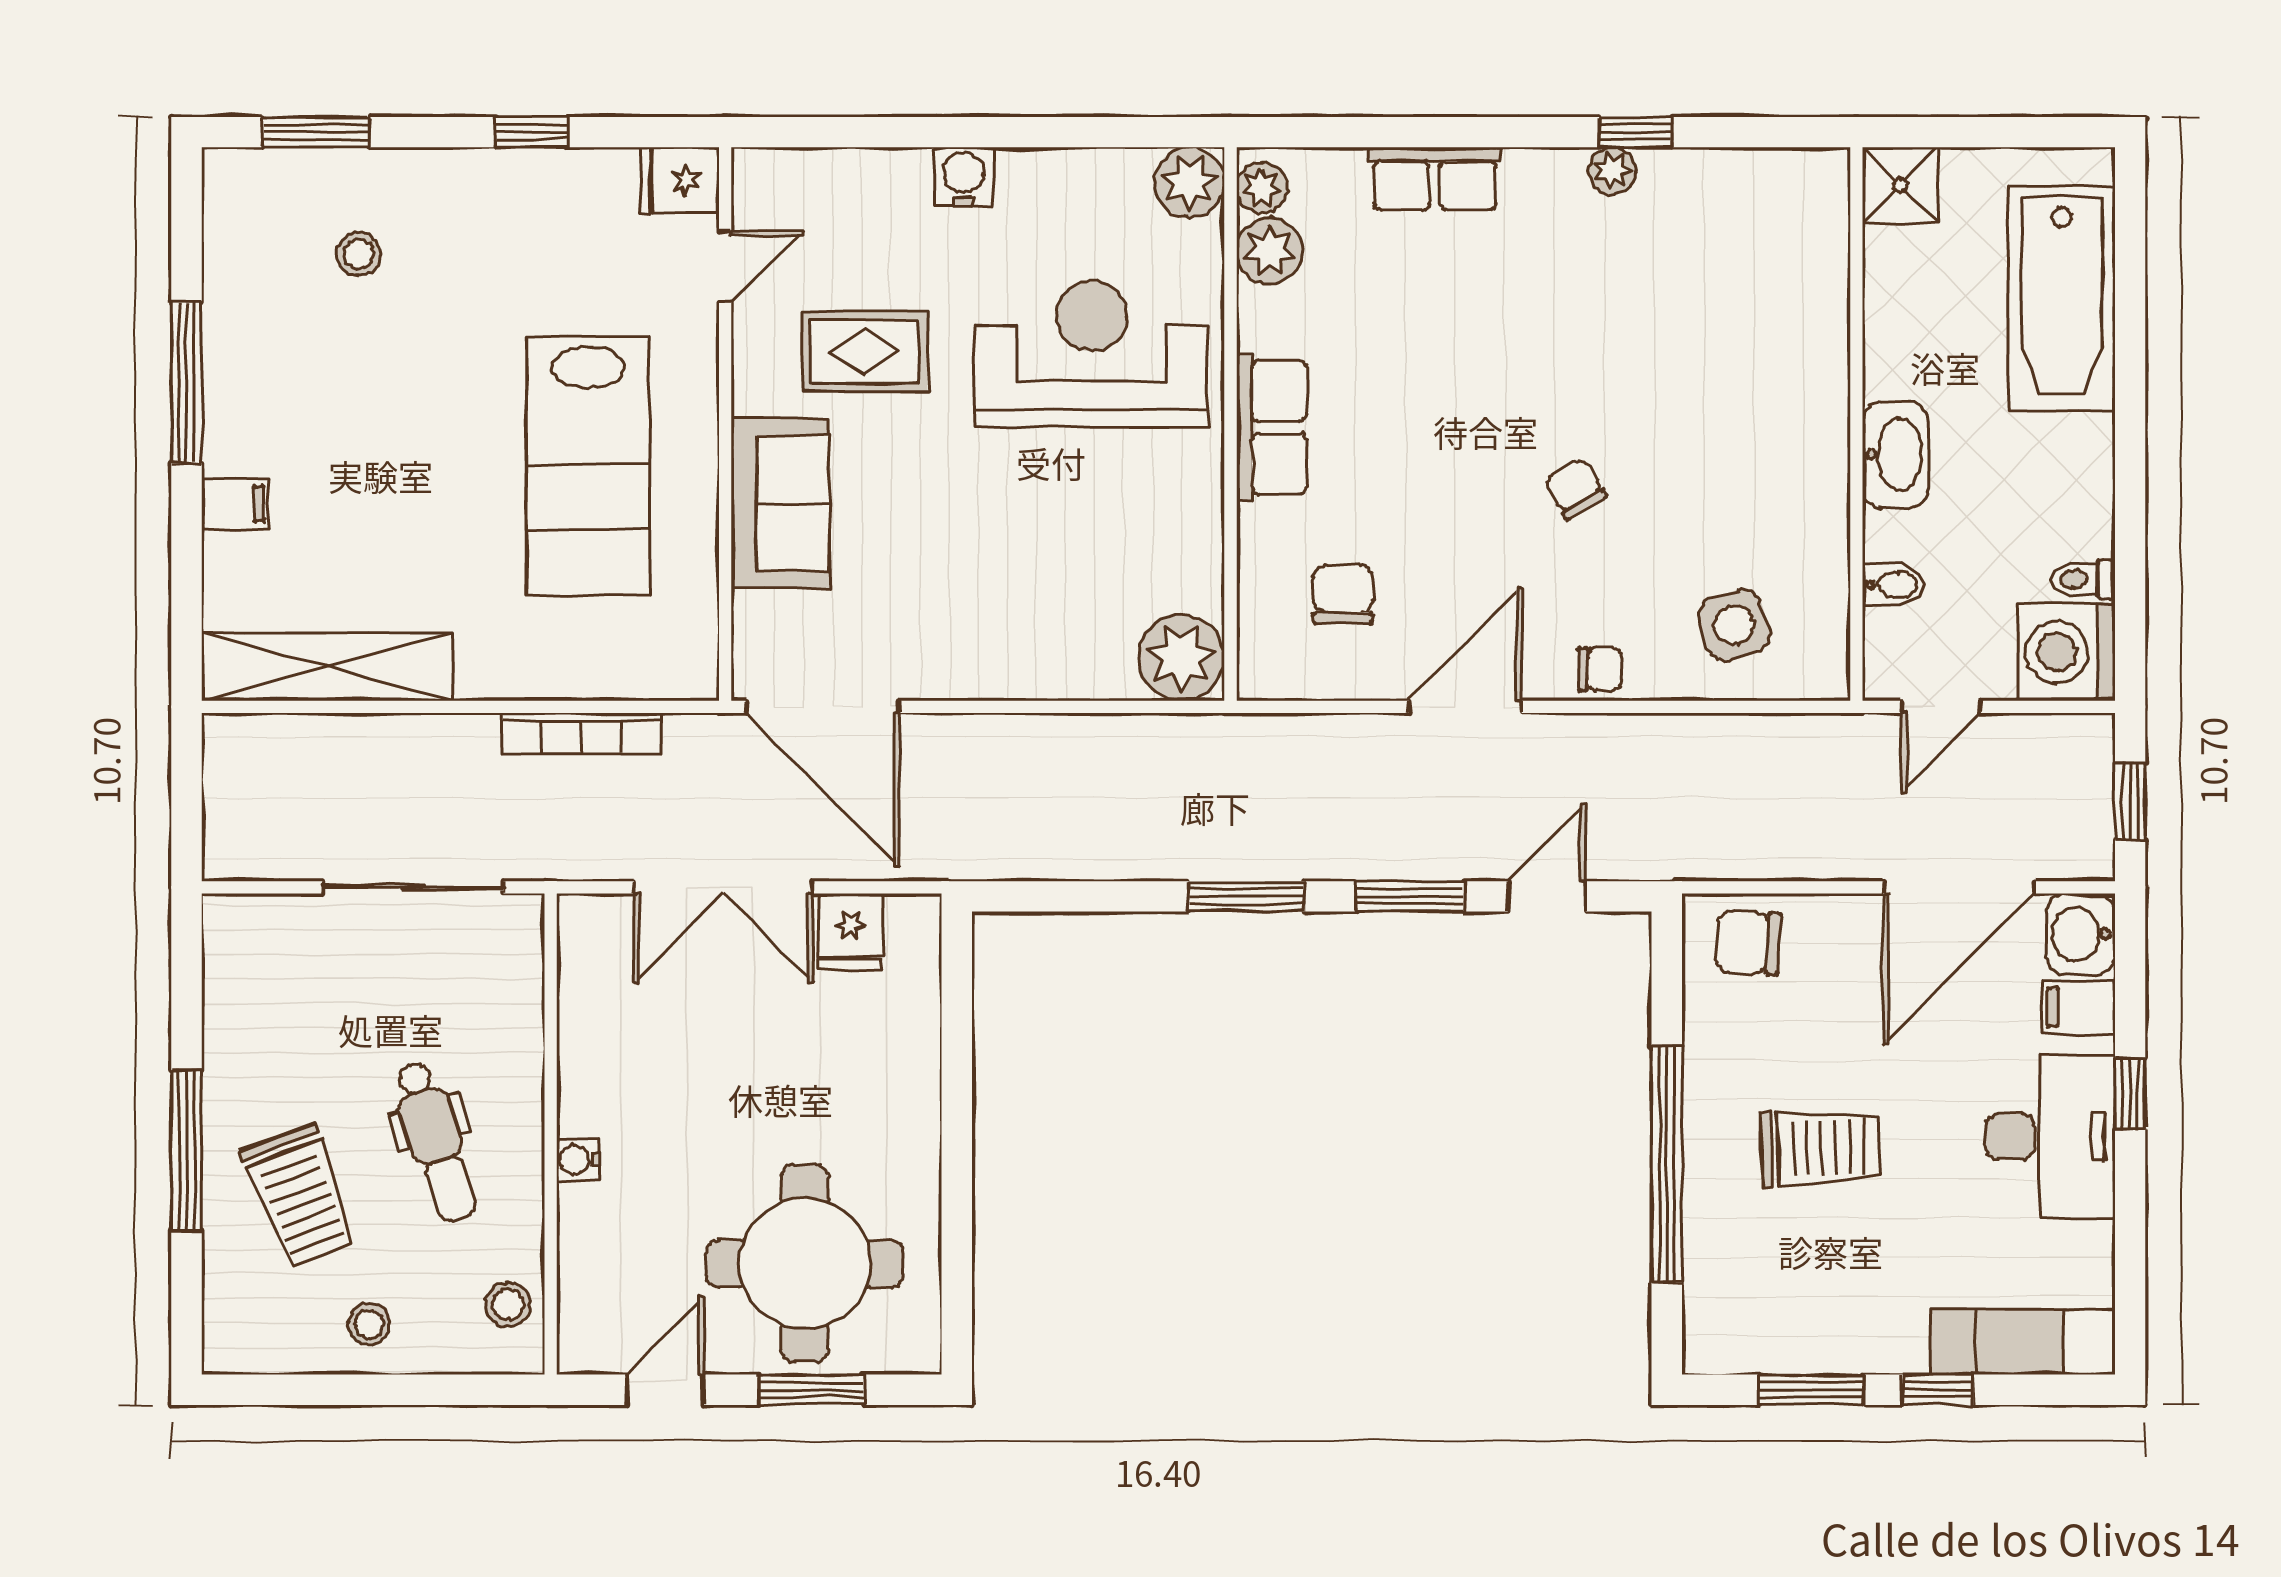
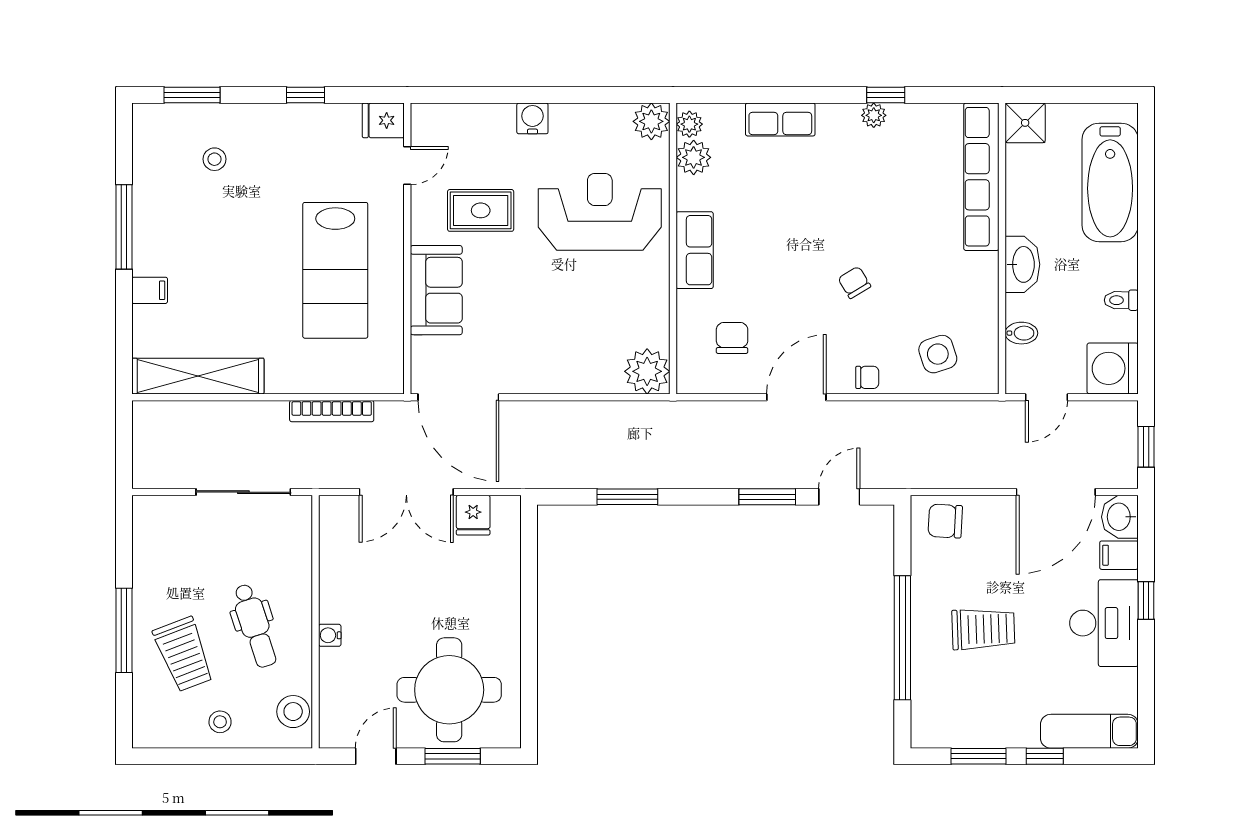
row of seats: (1817, 288) -> (981, 177), added
toilet: (2083, 579) -> (1121, 300), moved
window: (1247, 896) -> (627, 497), moved
stool: (508, 1305) -> (293, 712), width x1.37, depth x1.37

